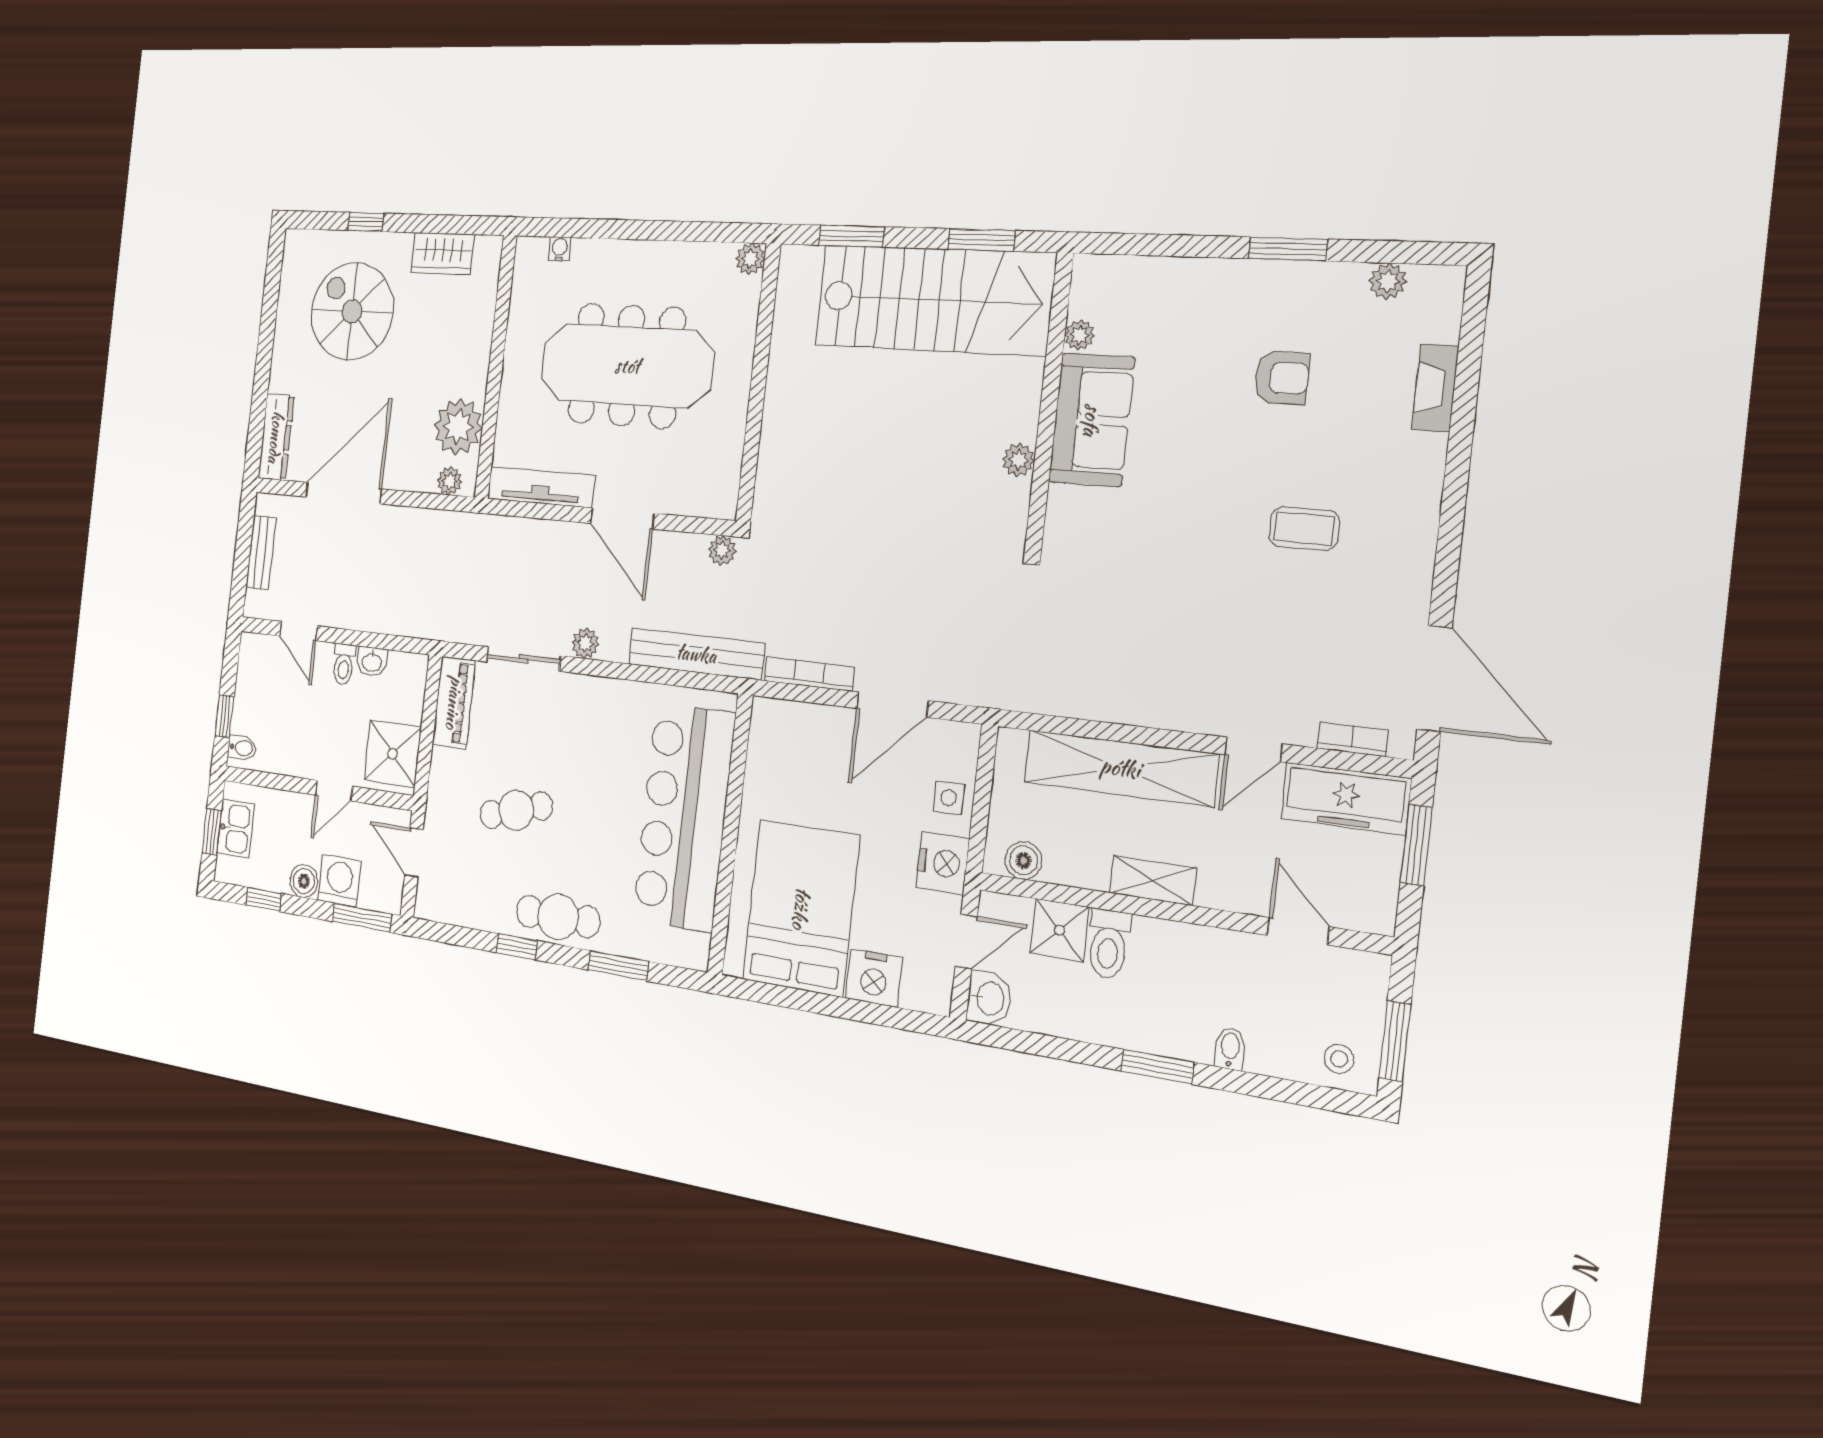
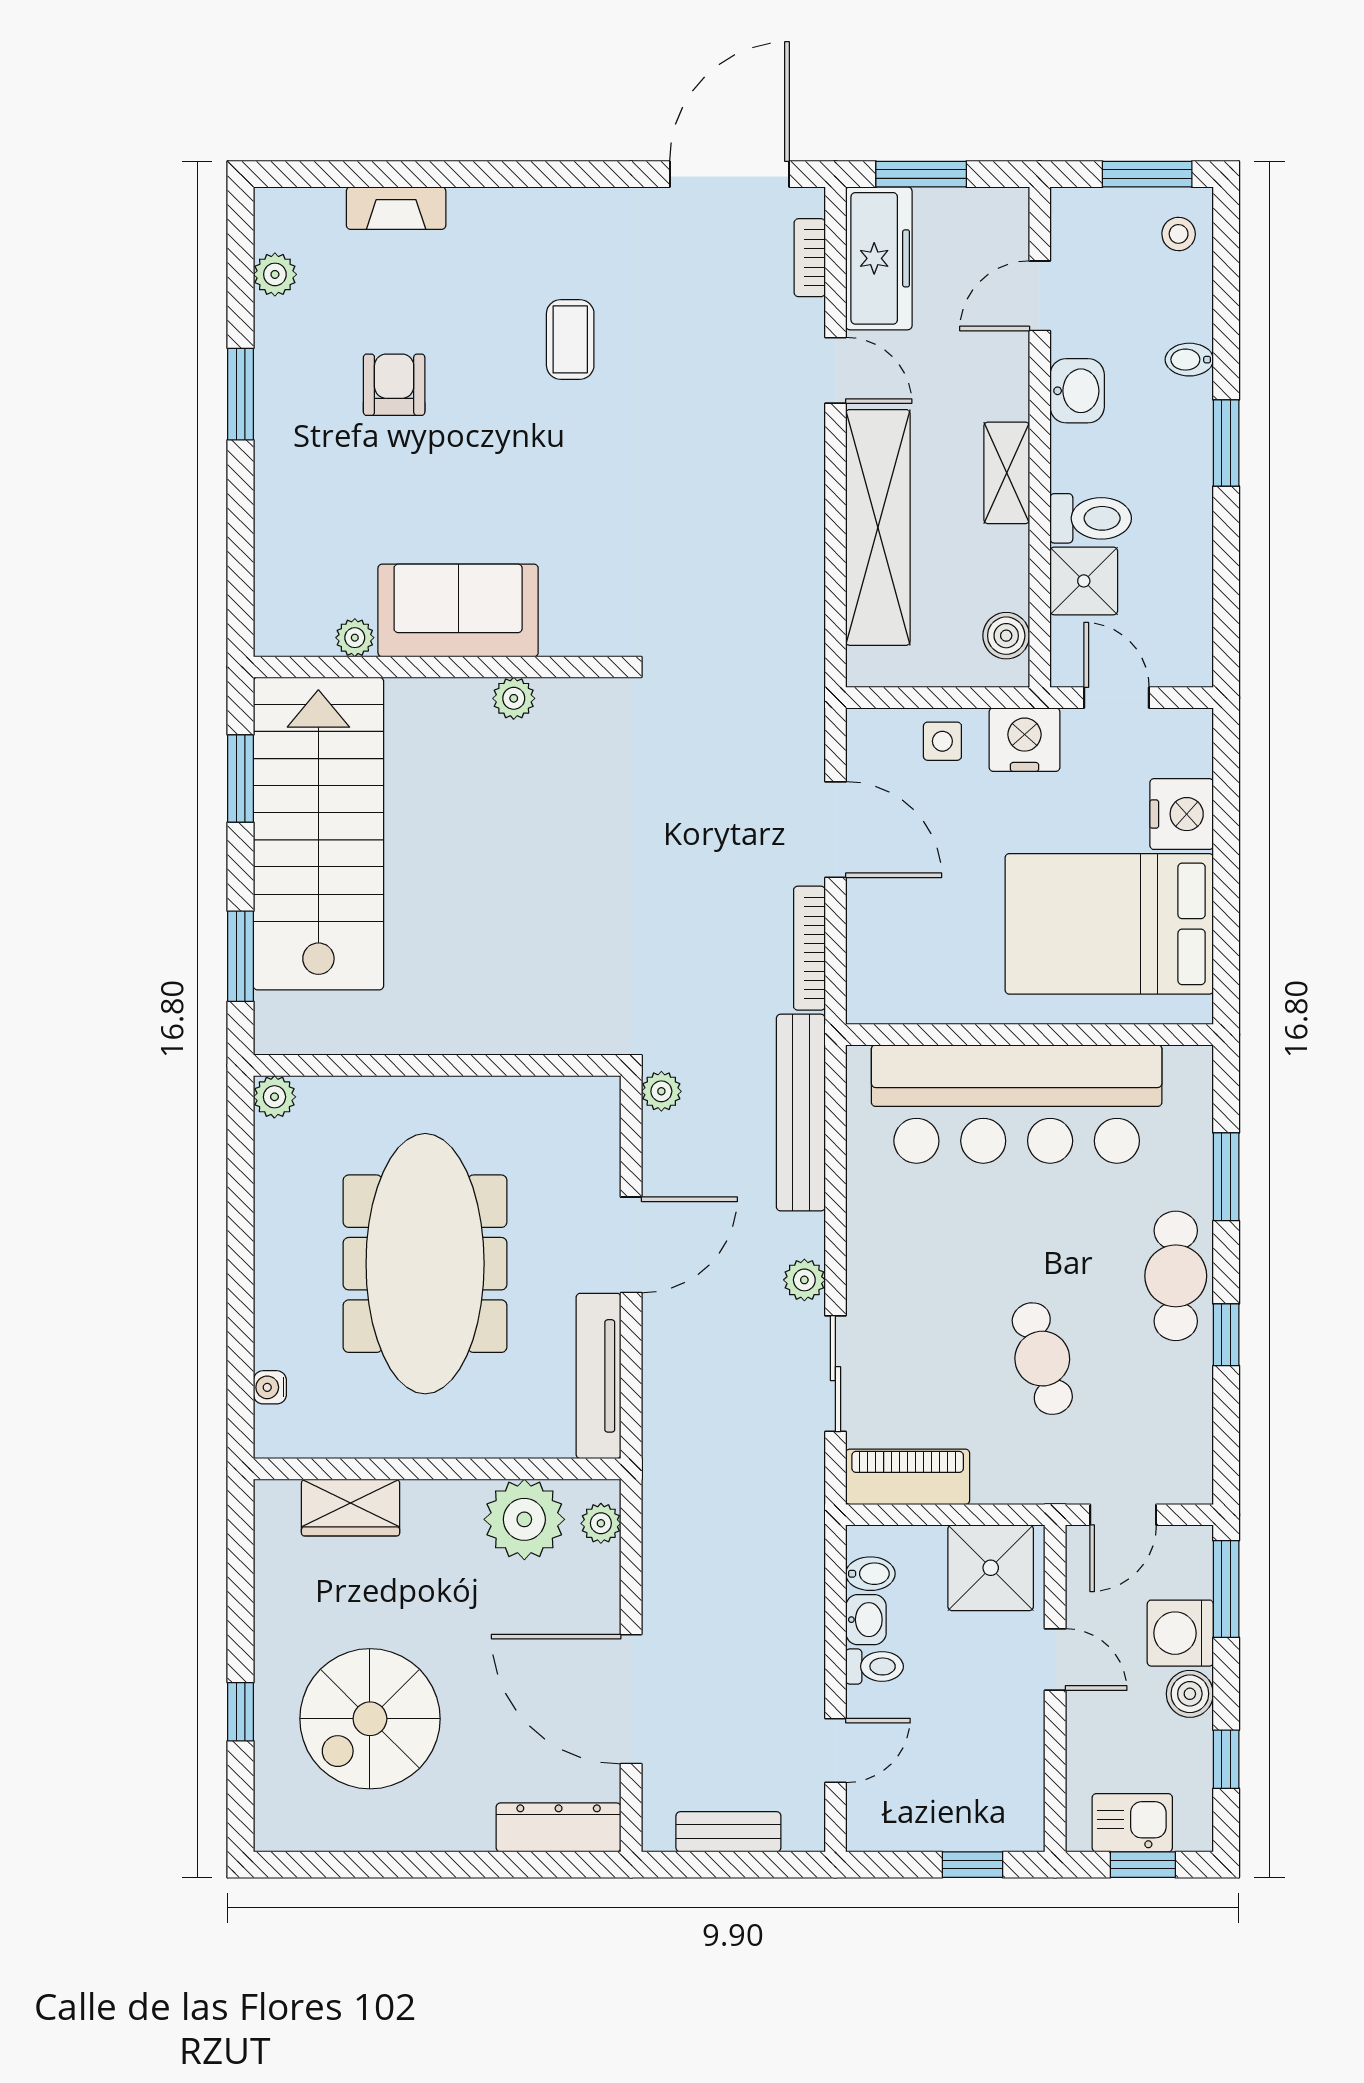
wardrobe: (443, 253) -> (351, 1507), moved, turned 90
bidet: (242, 748) -> (870, 1574), moved, turned 90
washbasin: (989, 998) -> (1077, 391), moved, turned 90

